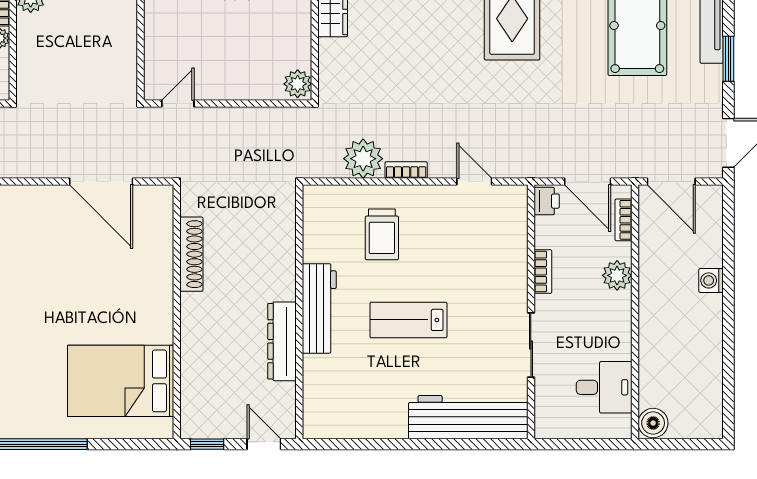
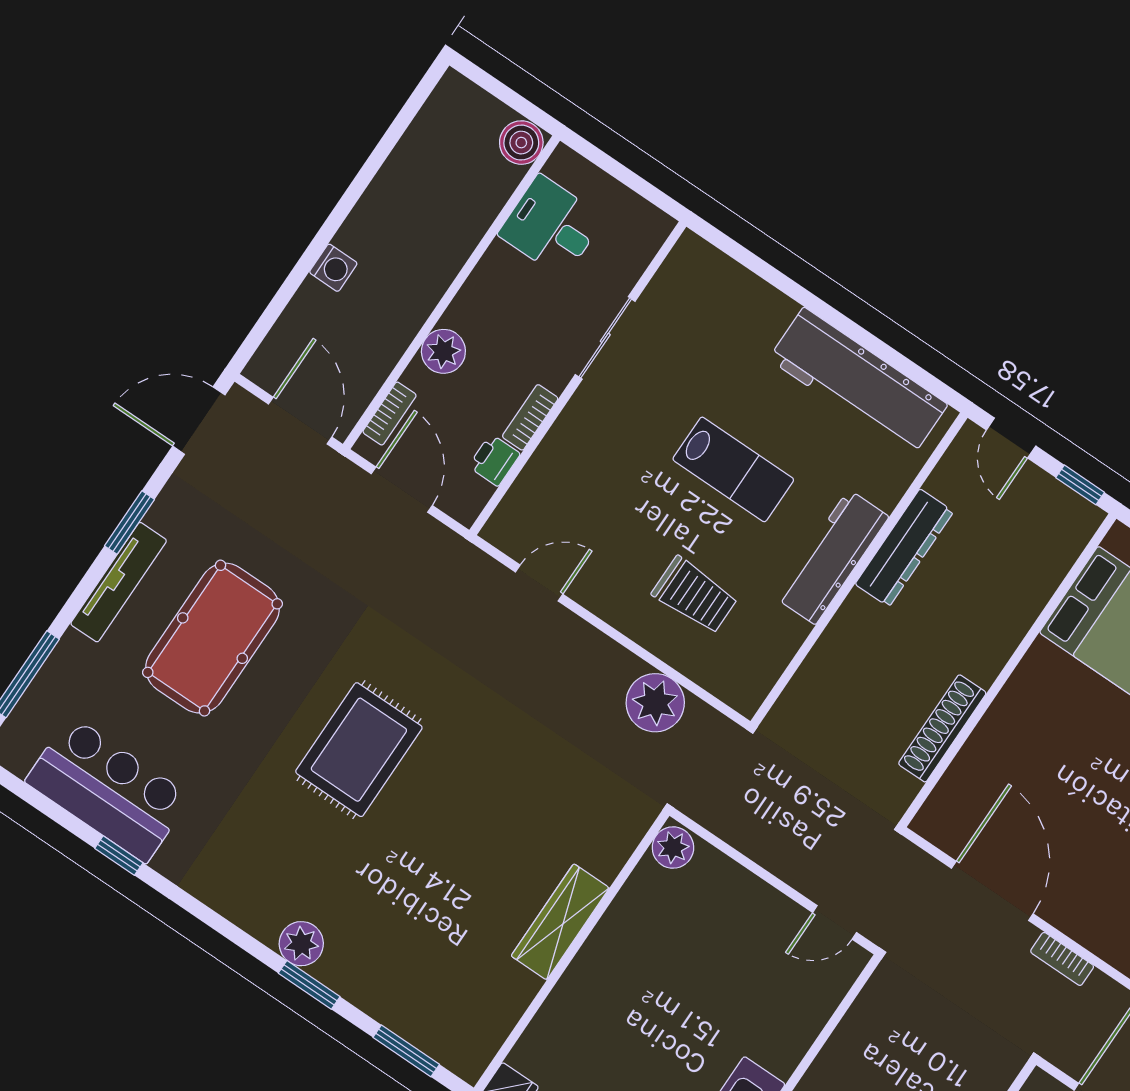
bookcase: (406, 170) -> (1062, 959), moved
door: (474, 182) -> (539, 583), swing flipped
printer: (547, 201) -> (494, 460), moved
trolley: (382, 234) -> (695, 595), turned 90
workbench: (468, 417) -> (858, 382), moved

